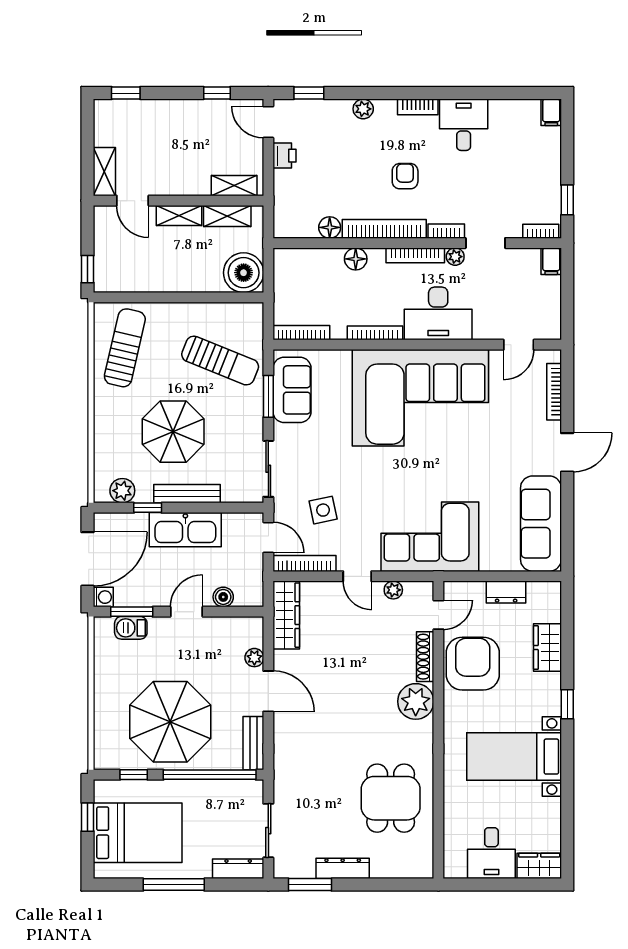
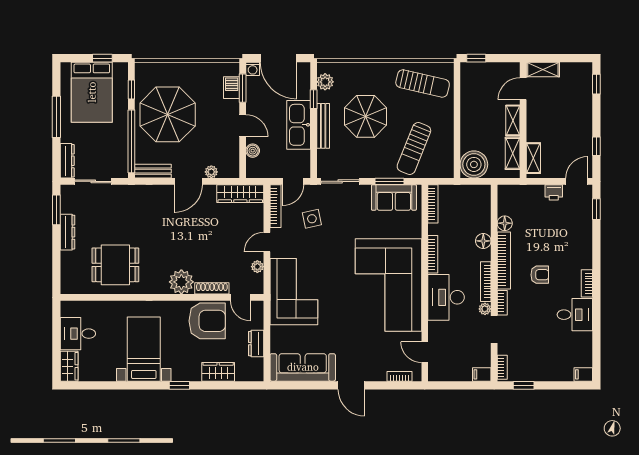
plant: (363, 109) -> (586, 246), removed
bookcase: (554, 392) -> (400, 376), width x0.64

